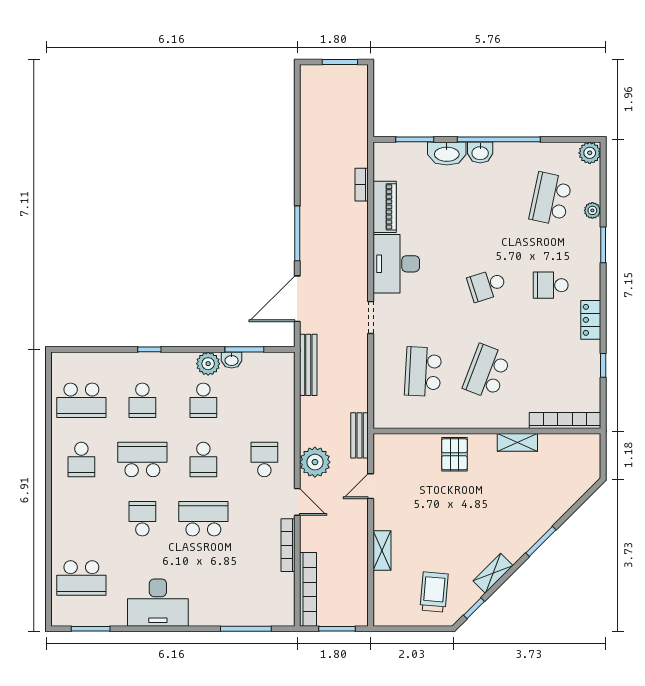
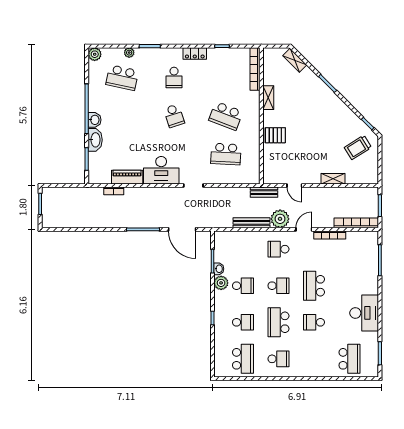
bench: (308, 365) -> (251, 223), moved
shelving: (493, 573) -> (295, 60), moved
trolley: (434, 592) -> (358, 147), turned -37

